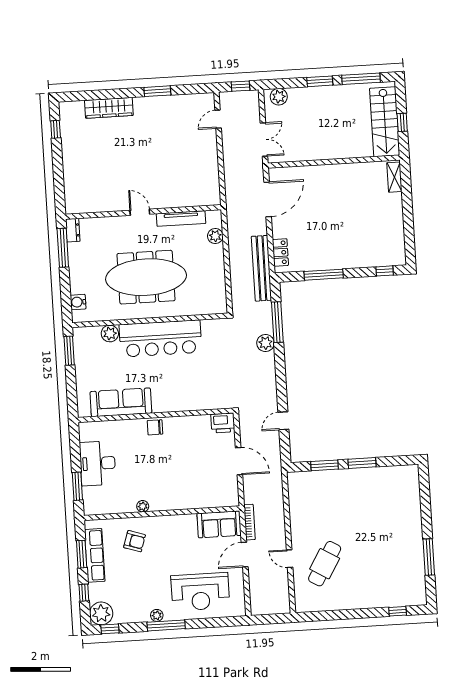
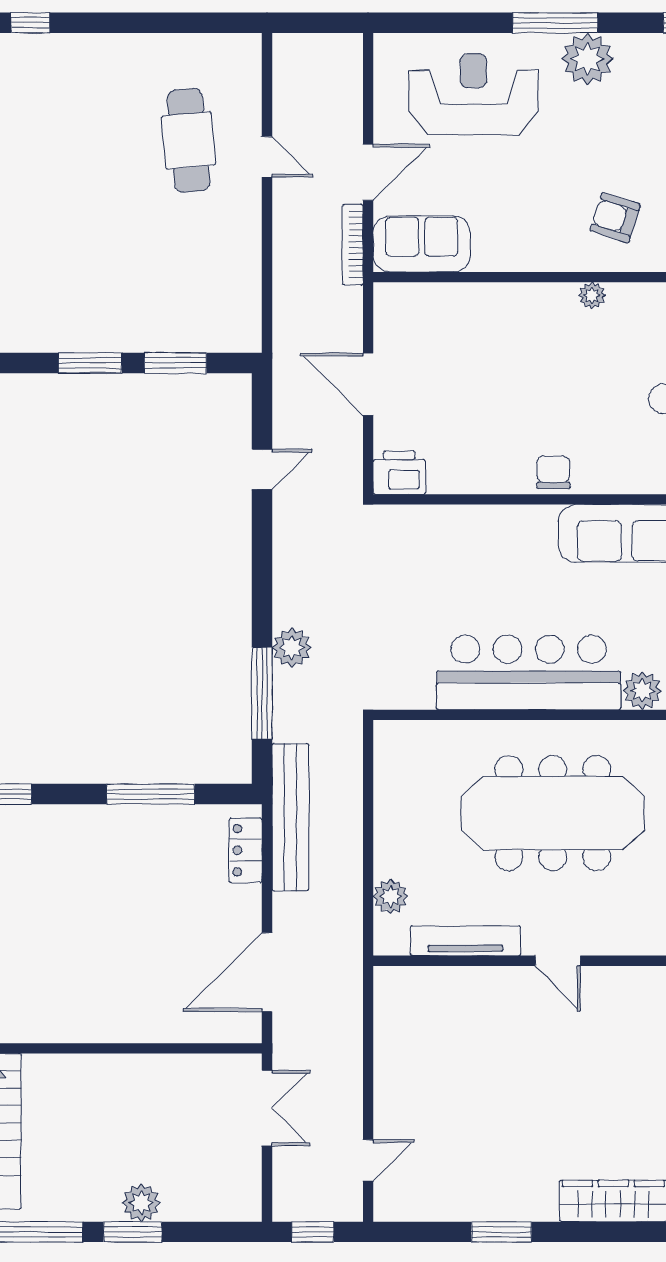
plant: (279, 97) -> (141, 1203), moved
double door: (264, 140) -> (267, 1108), swing flipped
chair: (155, 427) -> (553, 472), turned -90
cafe table: (325, 564) -> (189, 140), turned -36
plant: (157, 615) -> (587, 59), width x1.88, depth x1.88

